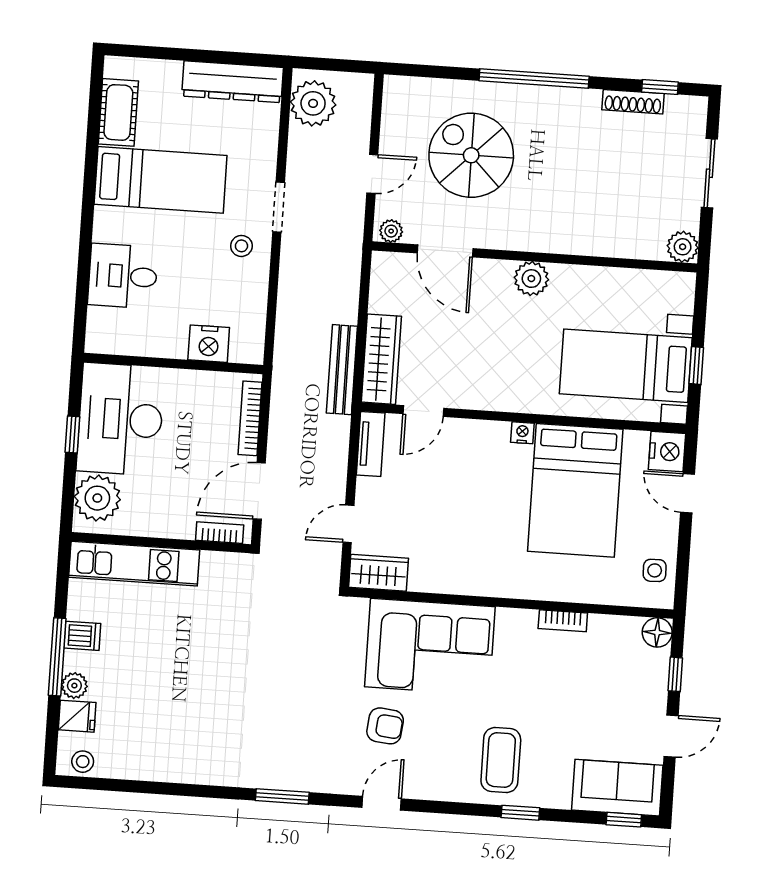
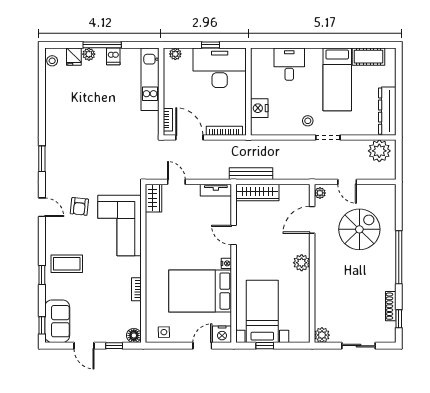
door: (423, 411) -> (234, 235), moved
plant: (97, 498) -> (175, 54), width x0.53, depth x0.53

